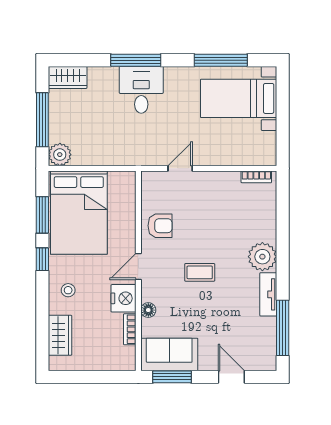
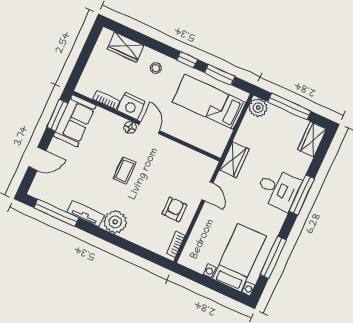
wardrobe: (131, 155) -> (234, 160), added
bed: (79, 213) -> (209, 102), width x0.67
armchair: (160, 226) -> (174, 209), moved, turned 180
floor lamp: (148, 310) -> (130, 127), moved

